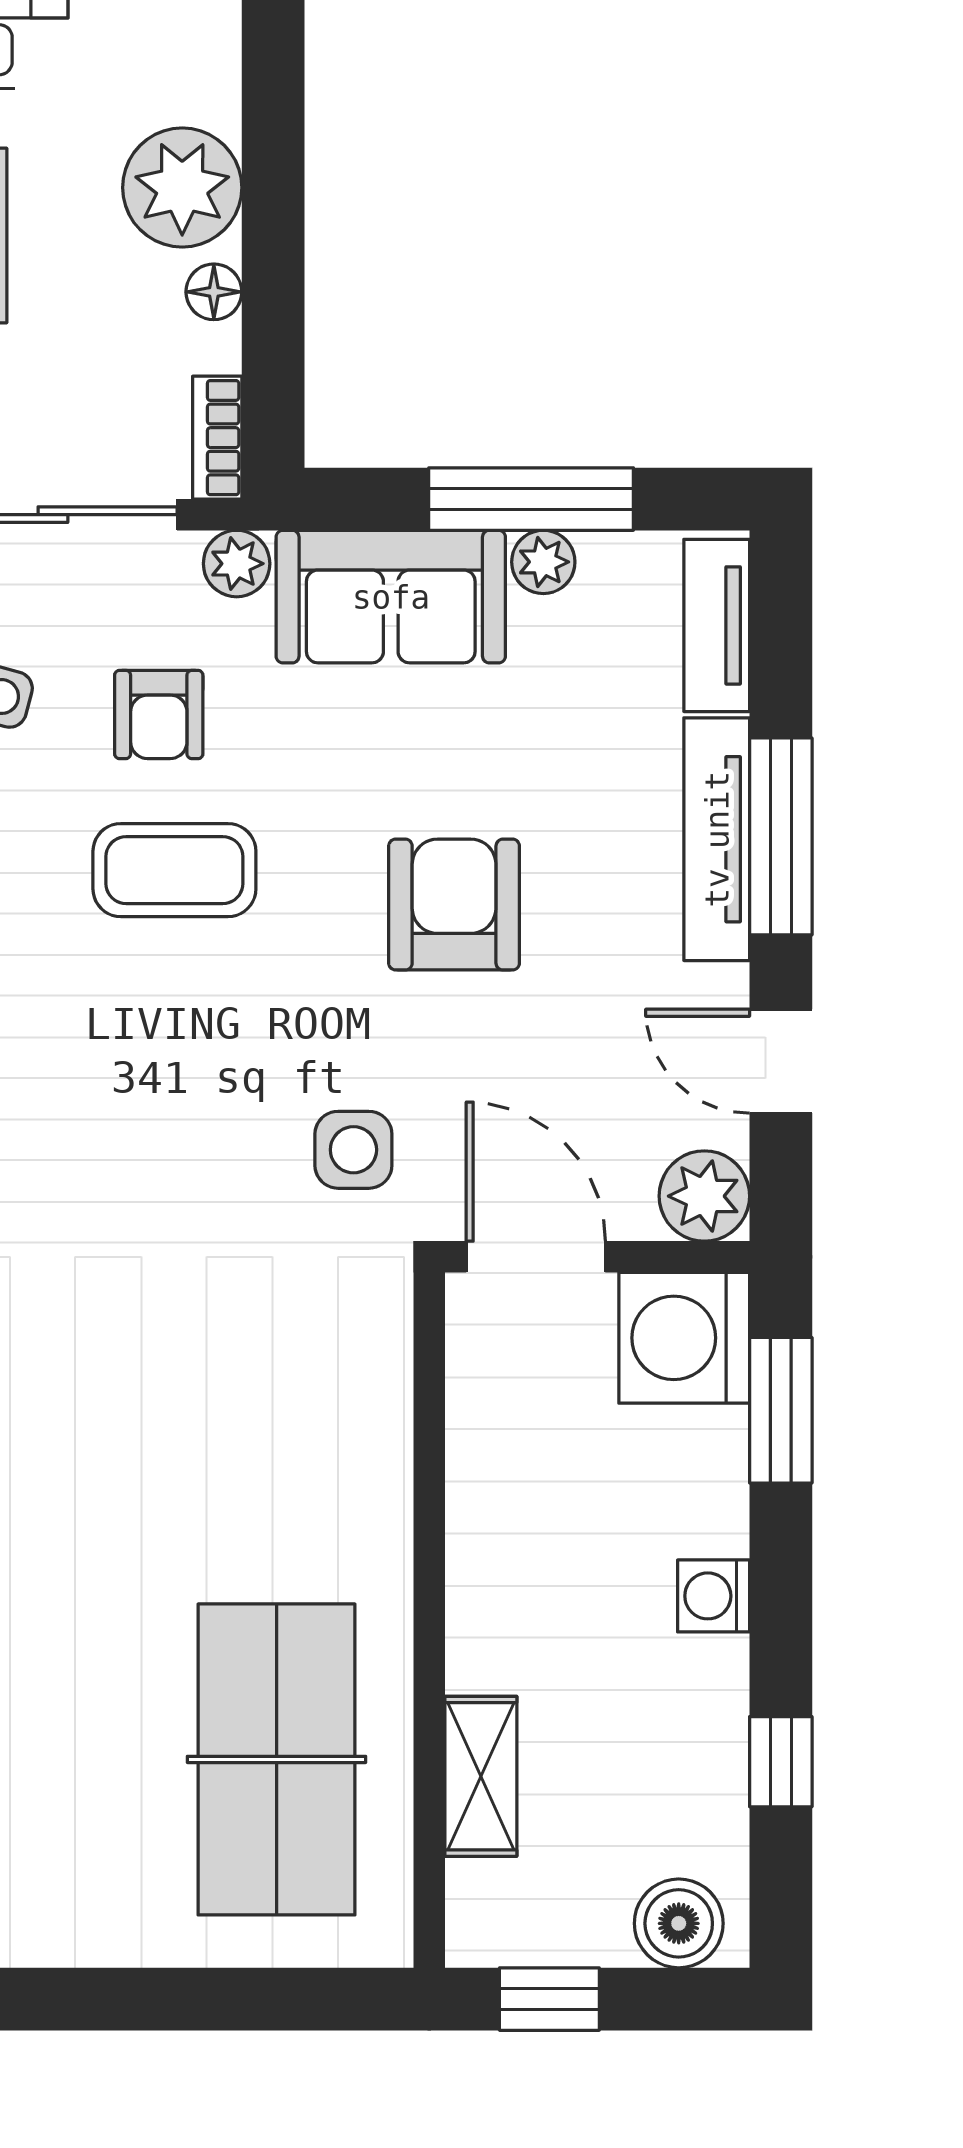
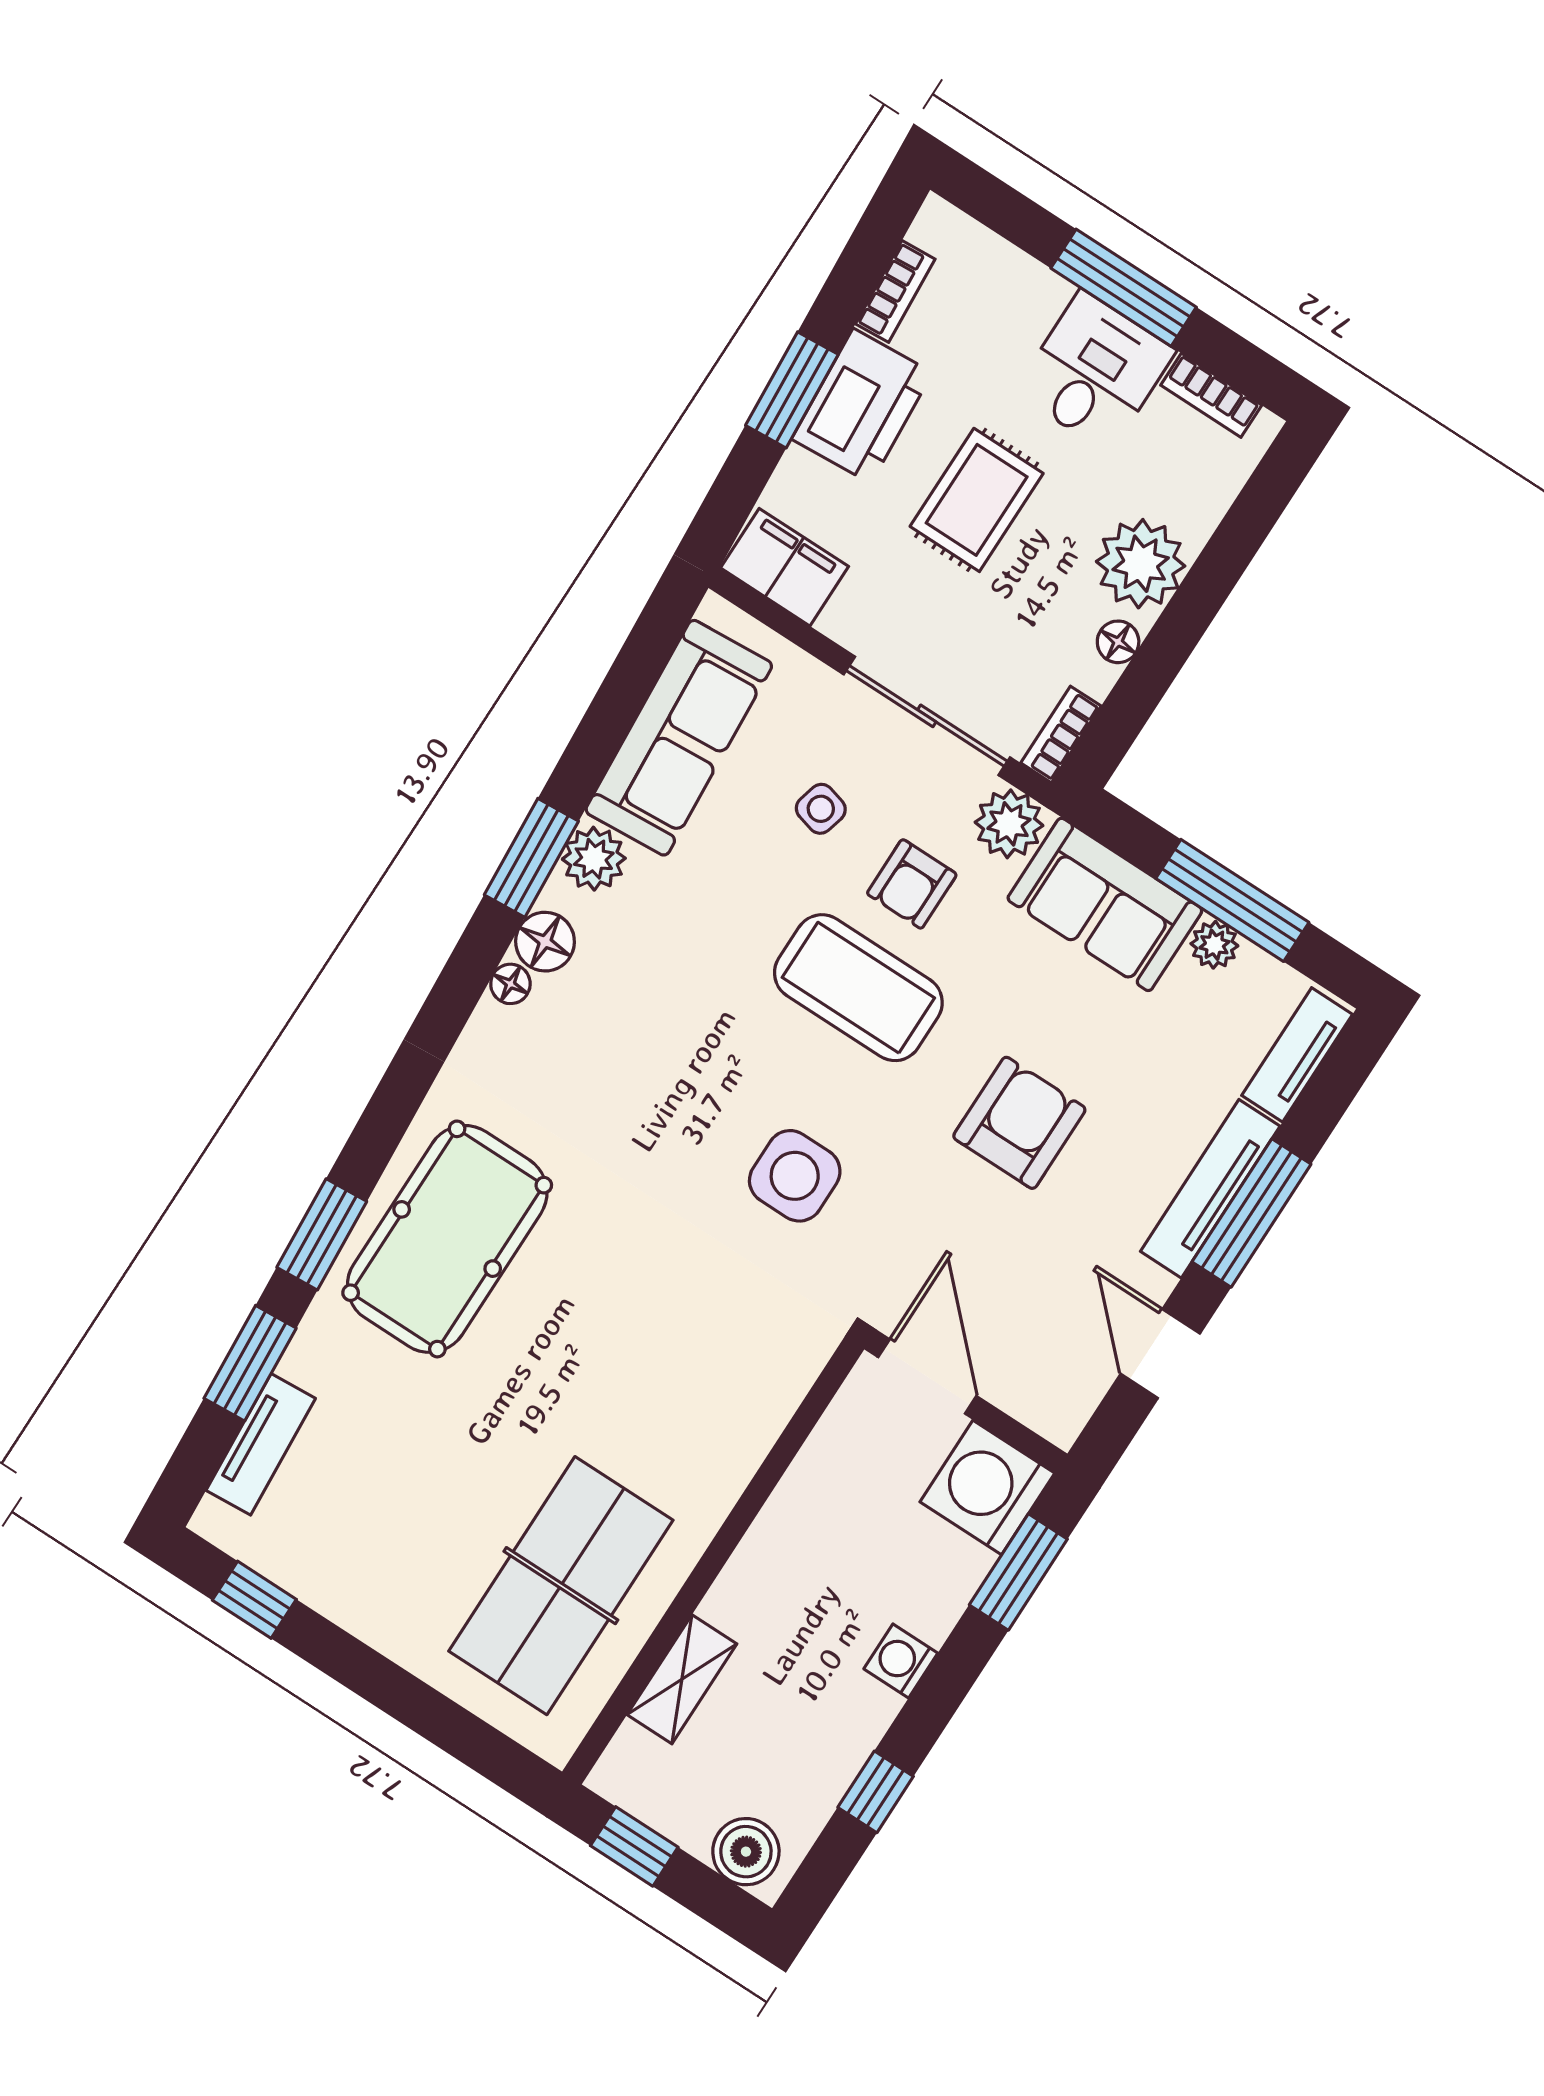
plant: (237, 564) -> (1009, 824), width x1.38, depth x1.38
coffee table: (174, 870) -> (858, 988), width x1.36, depth x1.32
side table: (353, 1150) -> (795, 1176), moved, width x1.37, depth x1.37
plant: (704, 1196) -> (1058, 1407), removed

